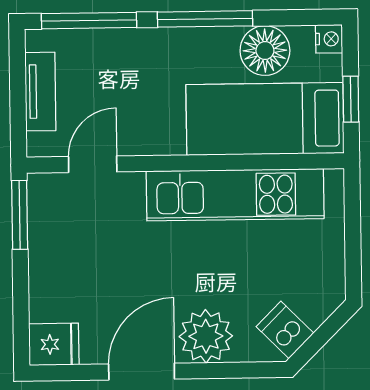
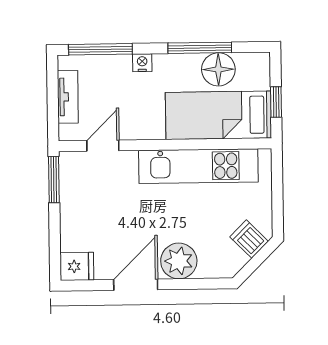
window: (205, 19) -> (200, 48), moved
nightstand: (329, 39) -> (142, 63), moved, turned -90
dishwasher: (285, 330) -> (249, 239), moved

